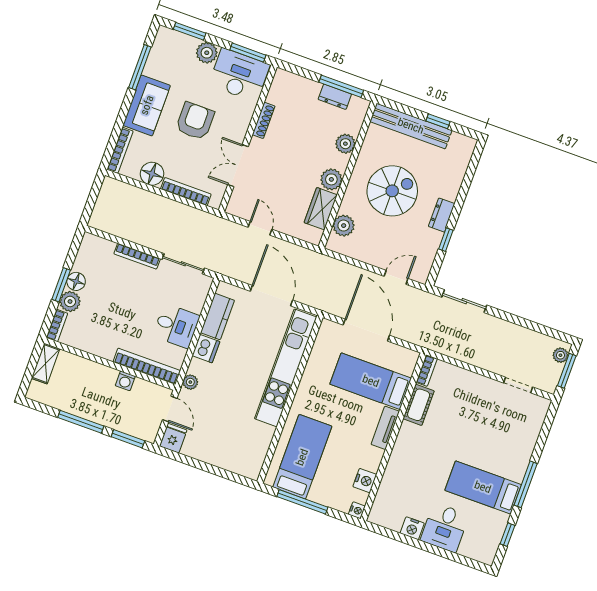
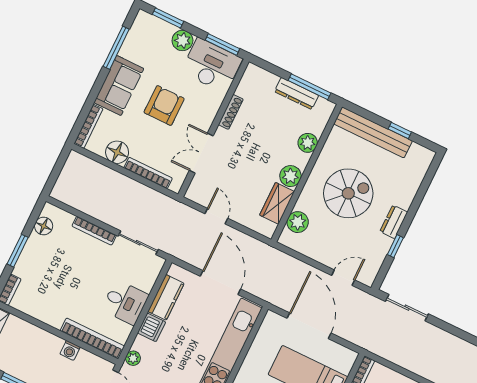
dresser: (335, 97) -> (297, 93), width x1.44
floor lamp: (76, 281) -> (44, 226), moved
plant: (70, 301) -> (25, 268), removed

